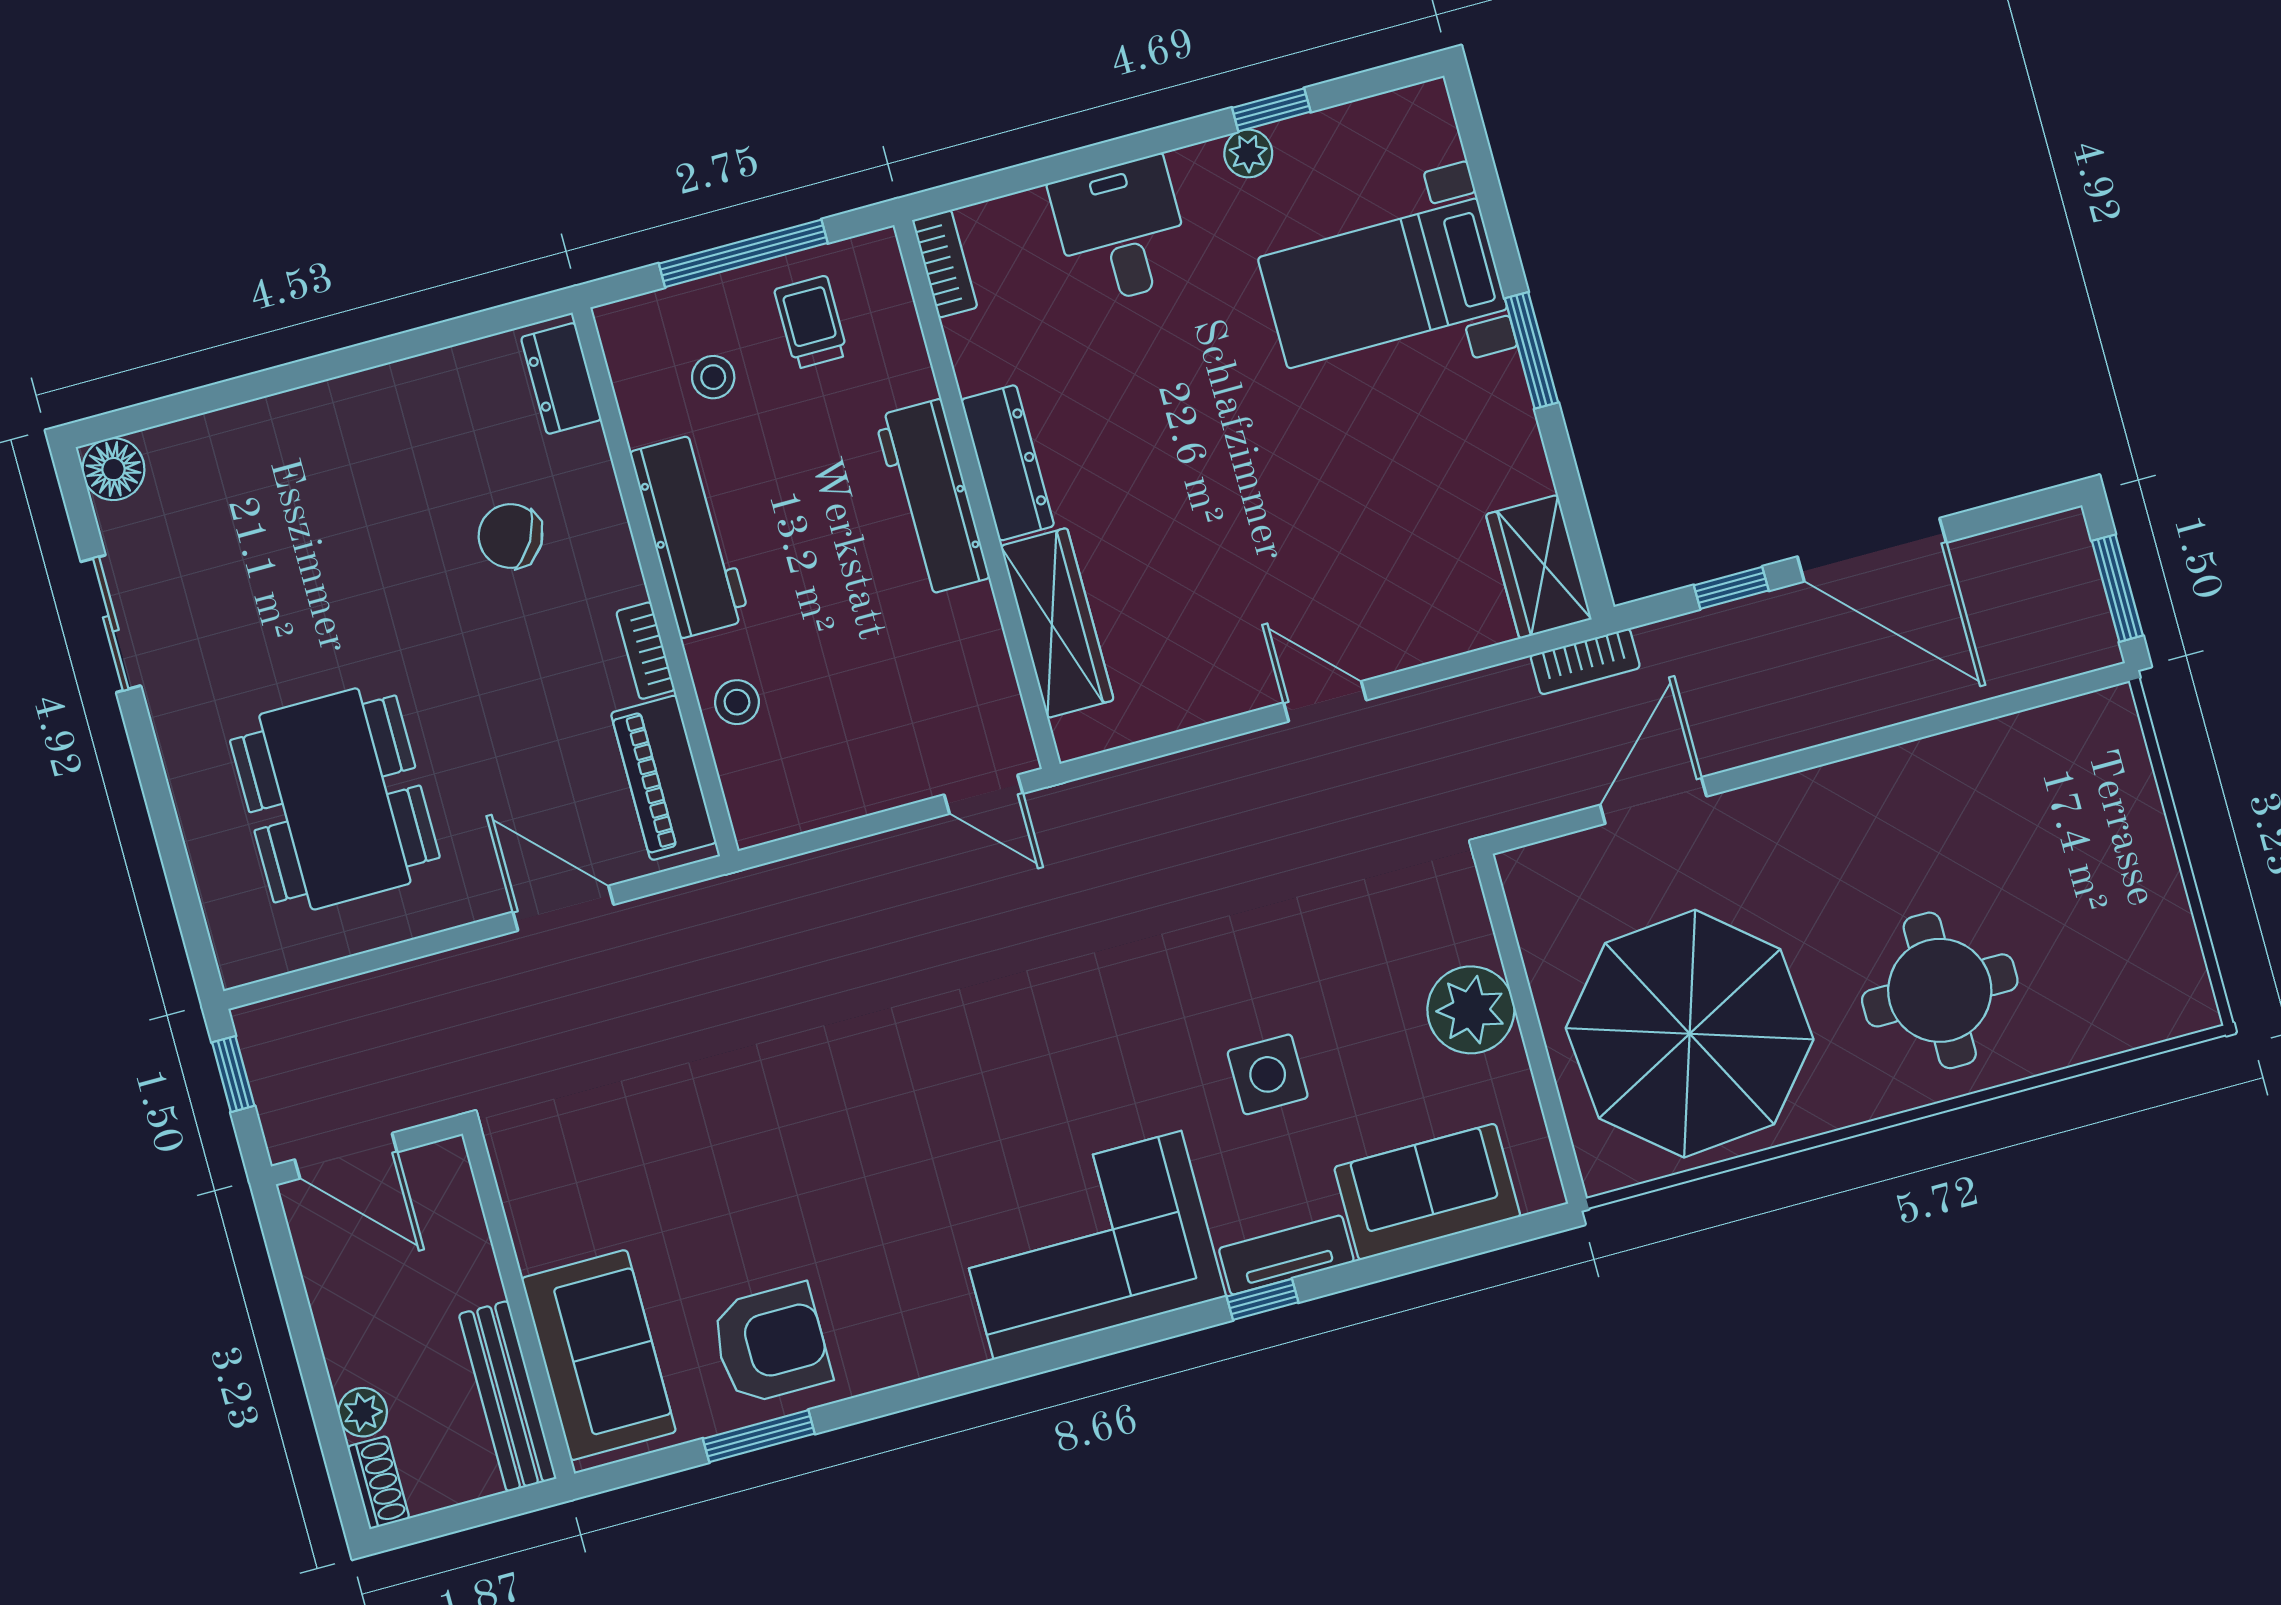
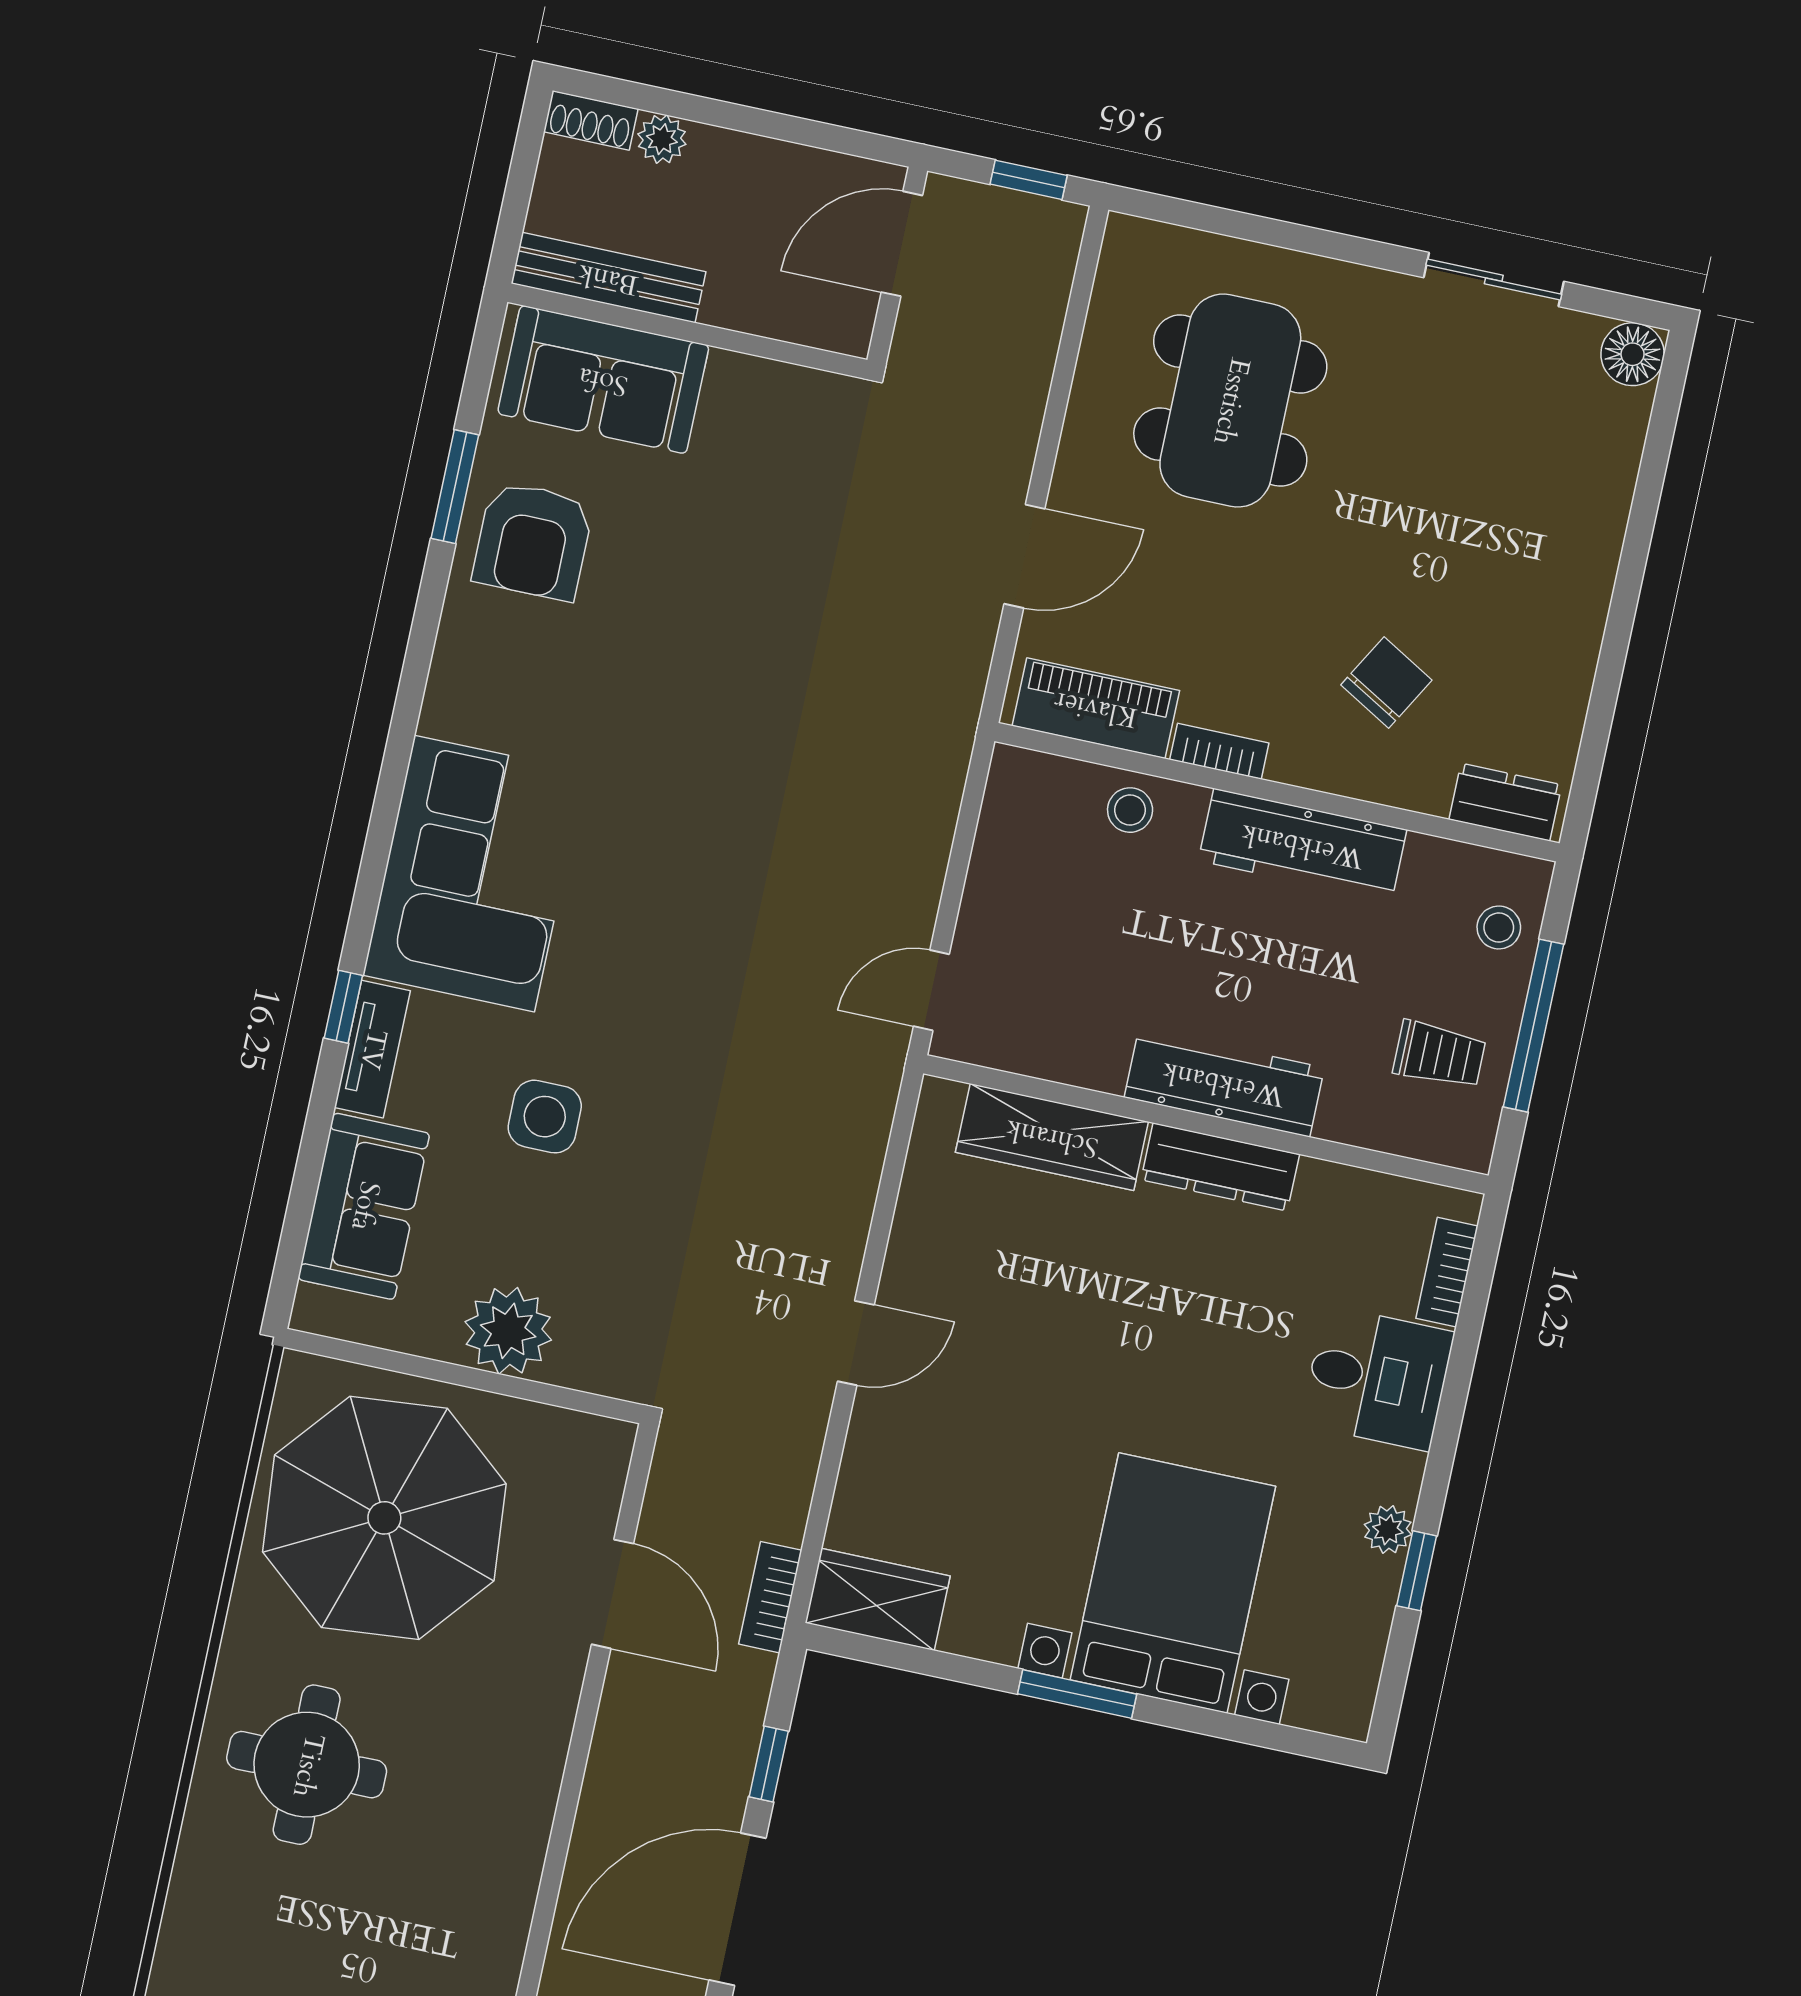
bookcase: (945, 264) -> (1447, 1272), moved, turned 90
bed with nightstands: (1383, 283) -> (1173, 1583), width x1.36
stool: (713, 377) -> (1499, 927), moved
dining table: (335, 799) -> (1230, 401), turned 90

